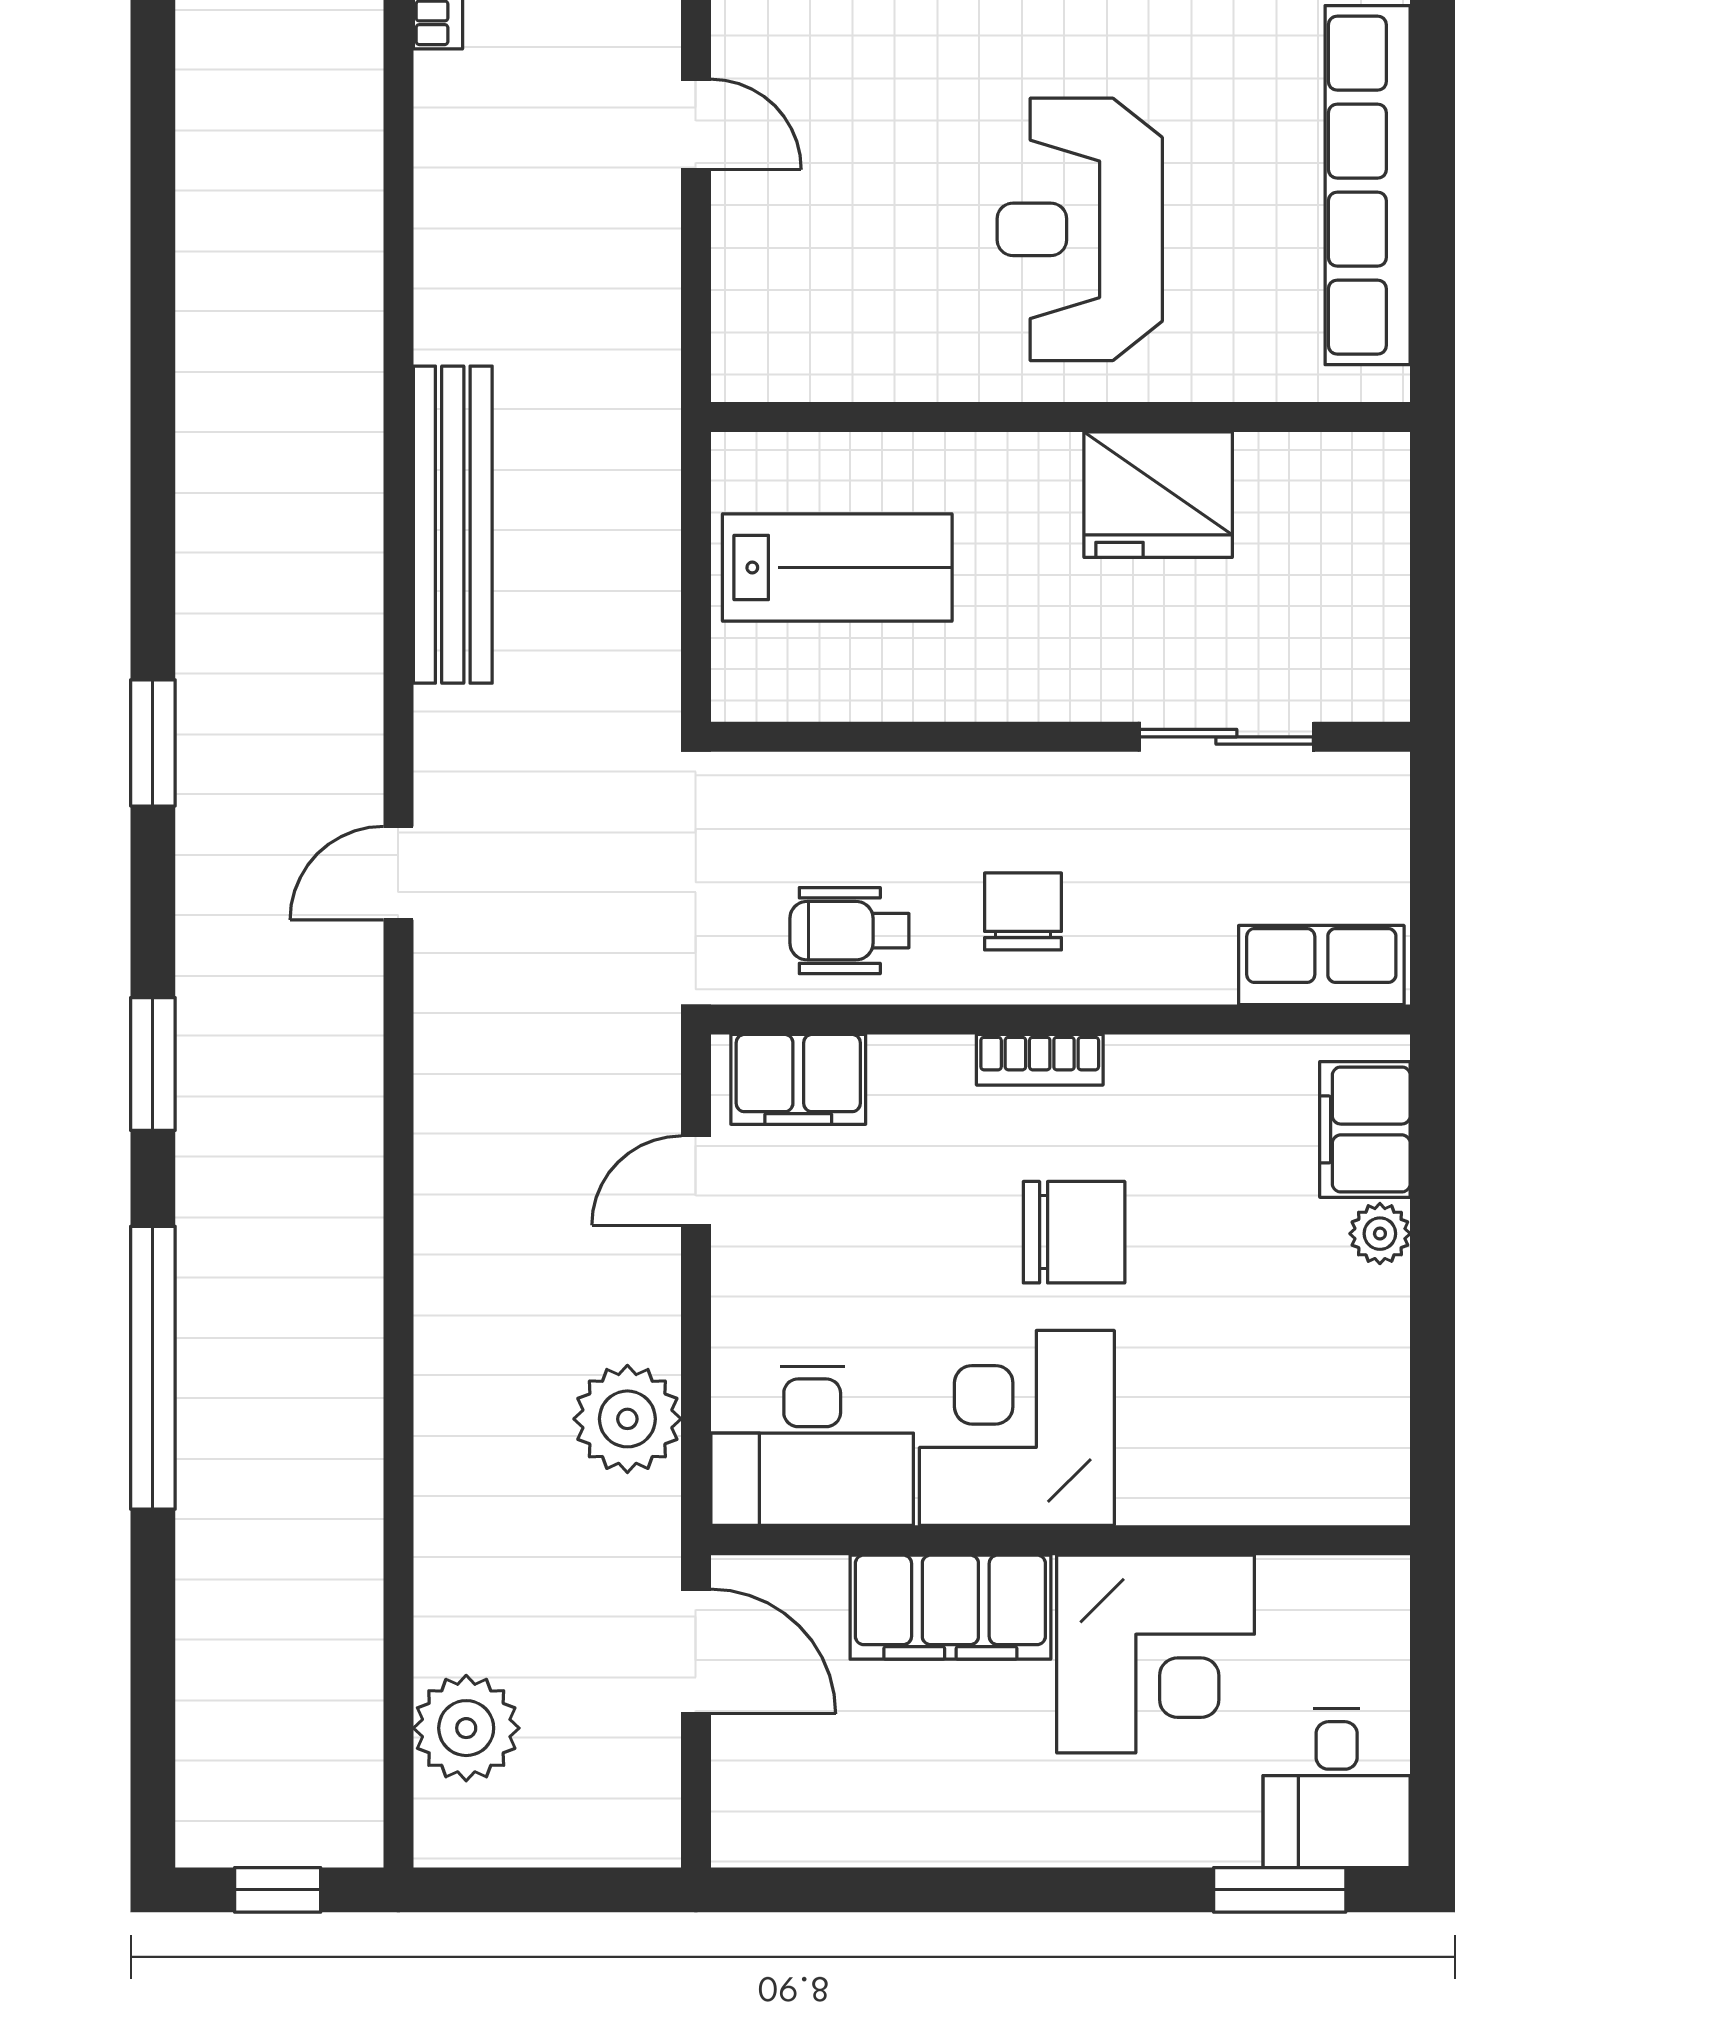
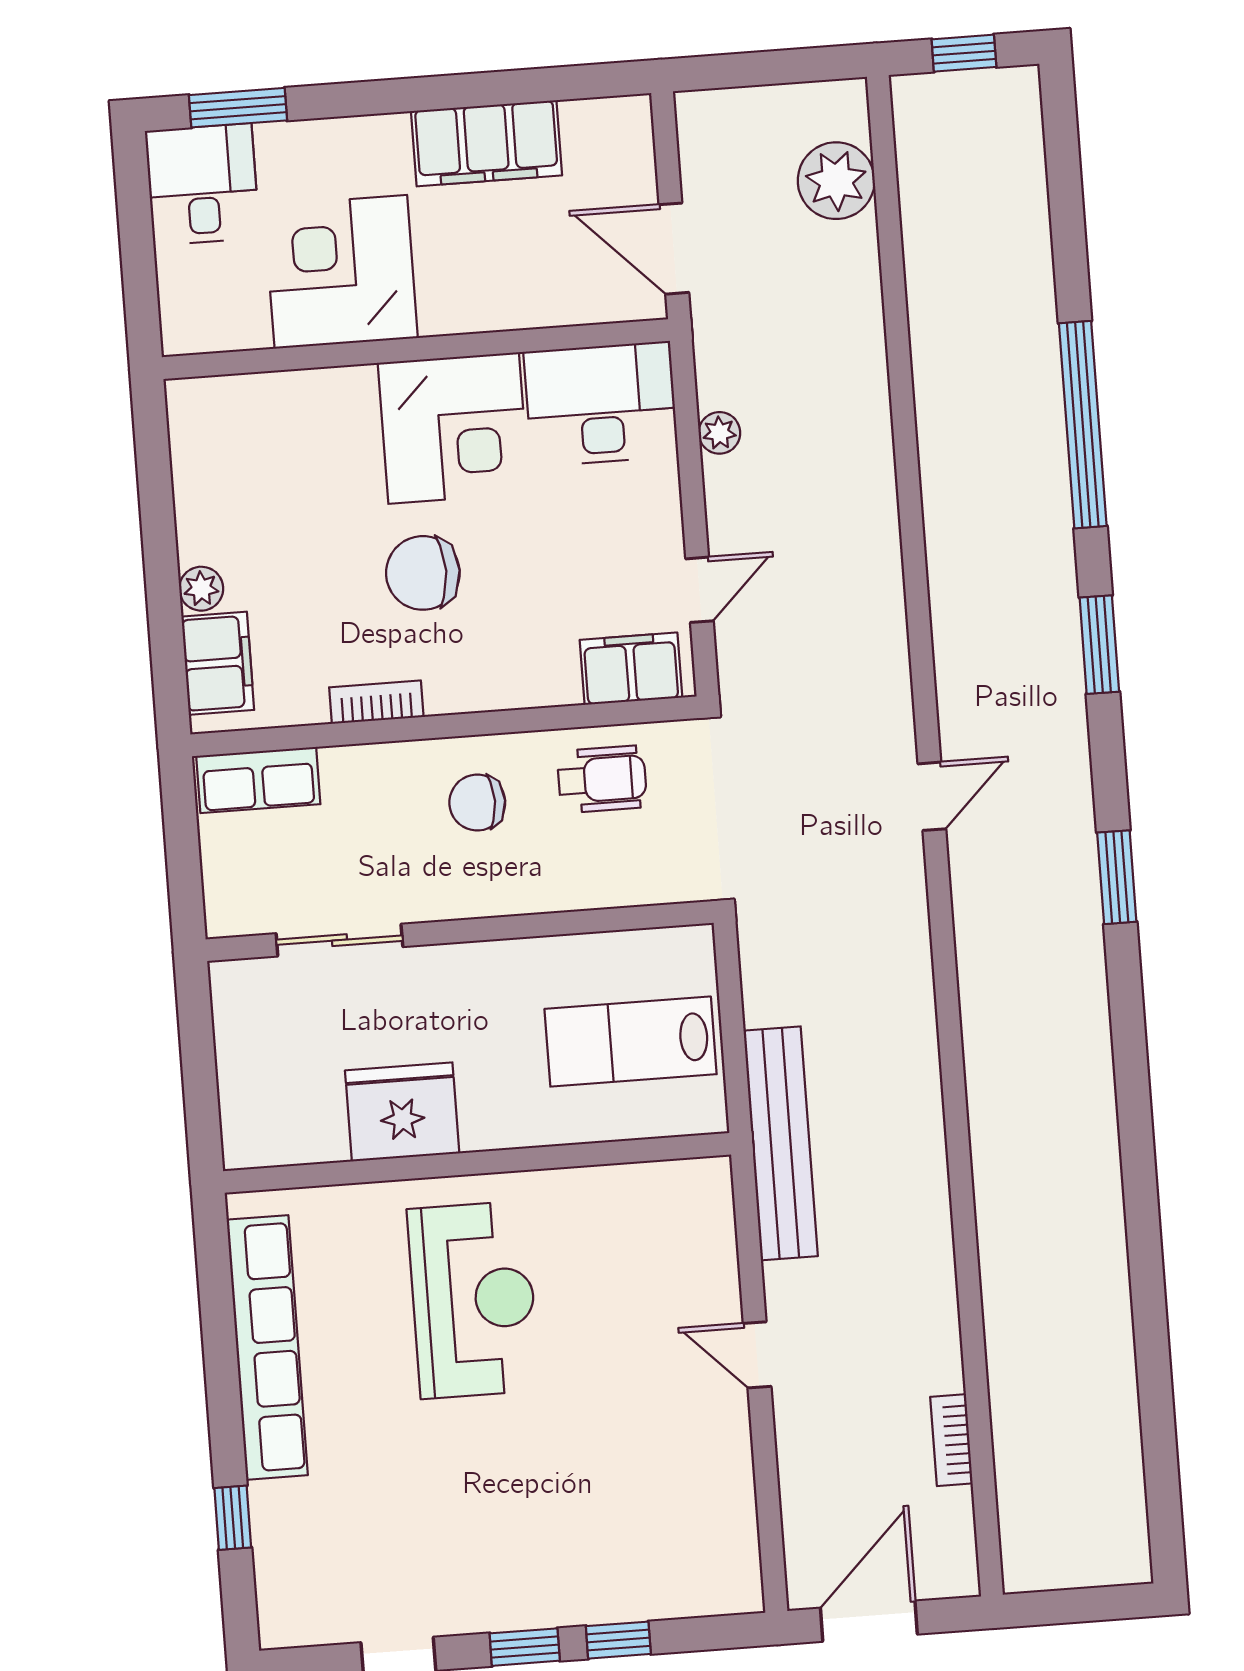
bench: (453, 525) -> (781, 1143), moved
chair: (1023, 911) -> (477, 803), turned 90
bookcase: (1040, 1060) -> (376, 702), moved
plant: (627, 1419) -> (719, 433), width x0.53, depth x0.53
filing cabinet: (950, 1607) -> (487, 143), moved, turned 180

